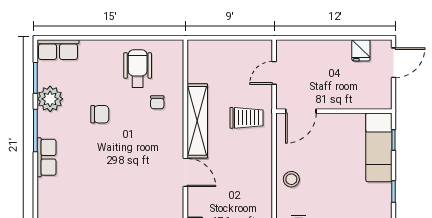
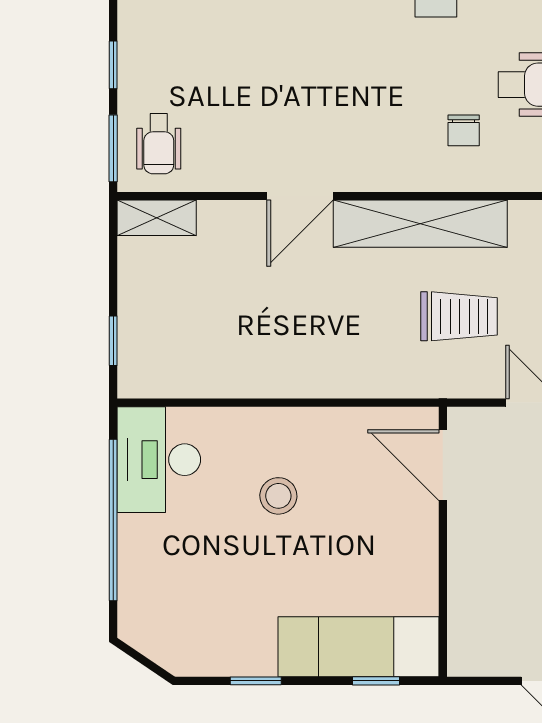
chair: (157, 102) -> (464, 130), turned -90
trolley: (247, 118) -> (459, 316), moved, turned -90
stool: (291, 179) -> (278, 496), moved

